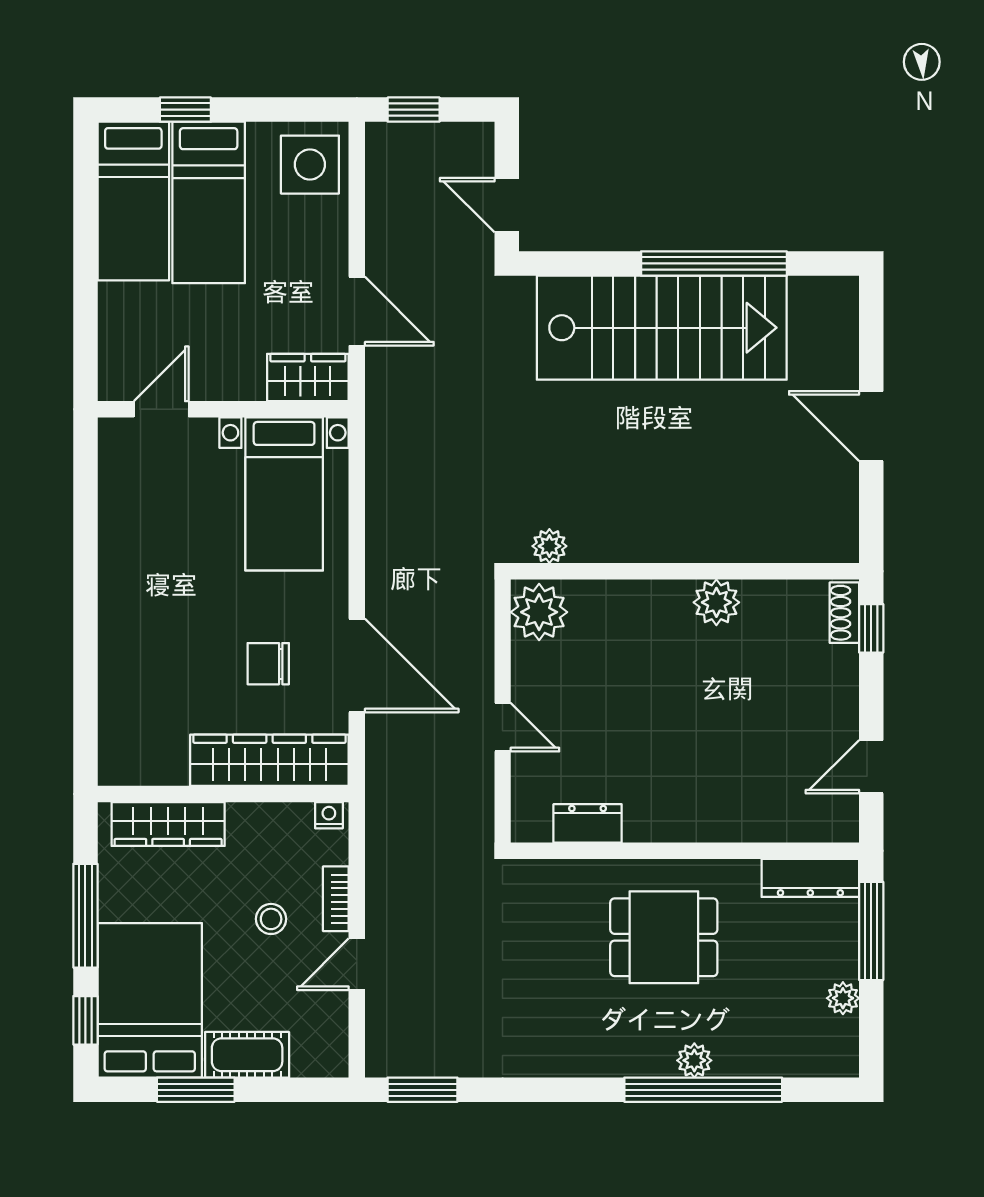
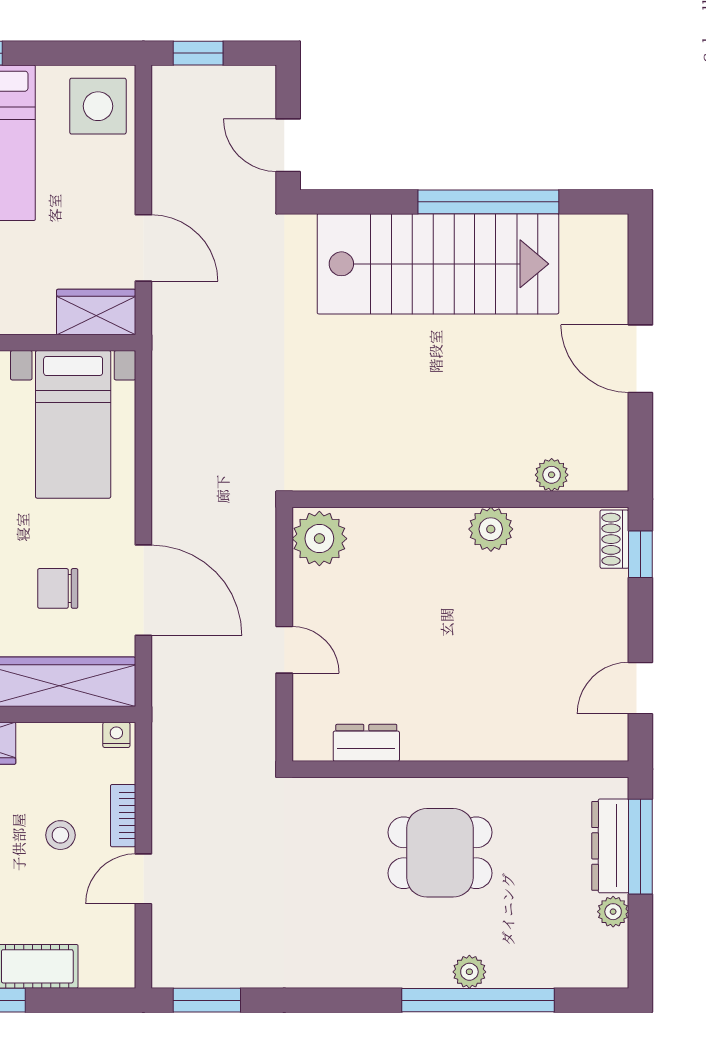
plant: (549, 546) -> (552, 475), moved
dresser: (810, 878) -> (610, 846), moved, turned 90

